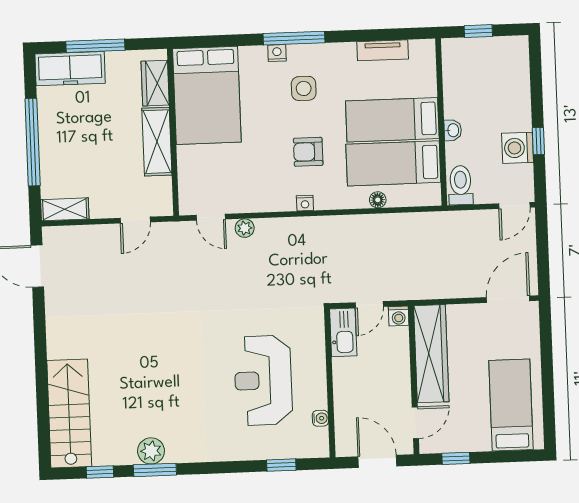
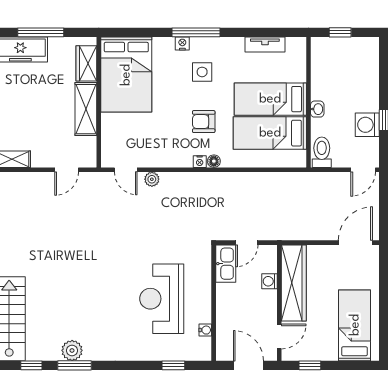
floor lamp: (378, 200) -> (214, 161), moved
washing machine: (399, 316) -> (269, 281), moved, turned 90

